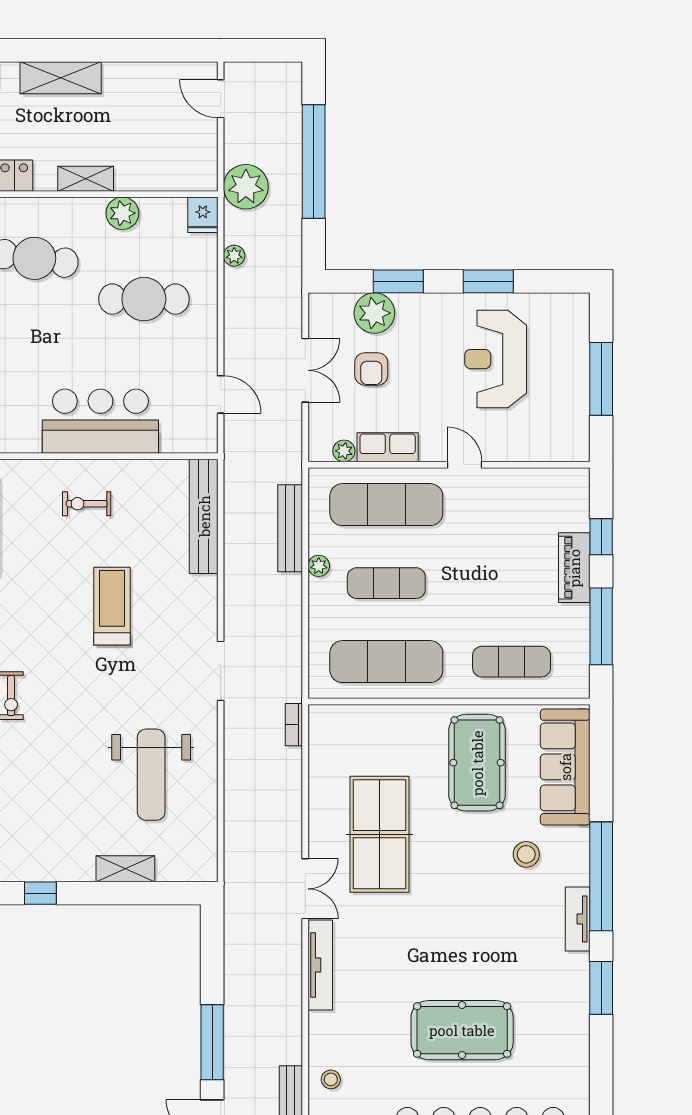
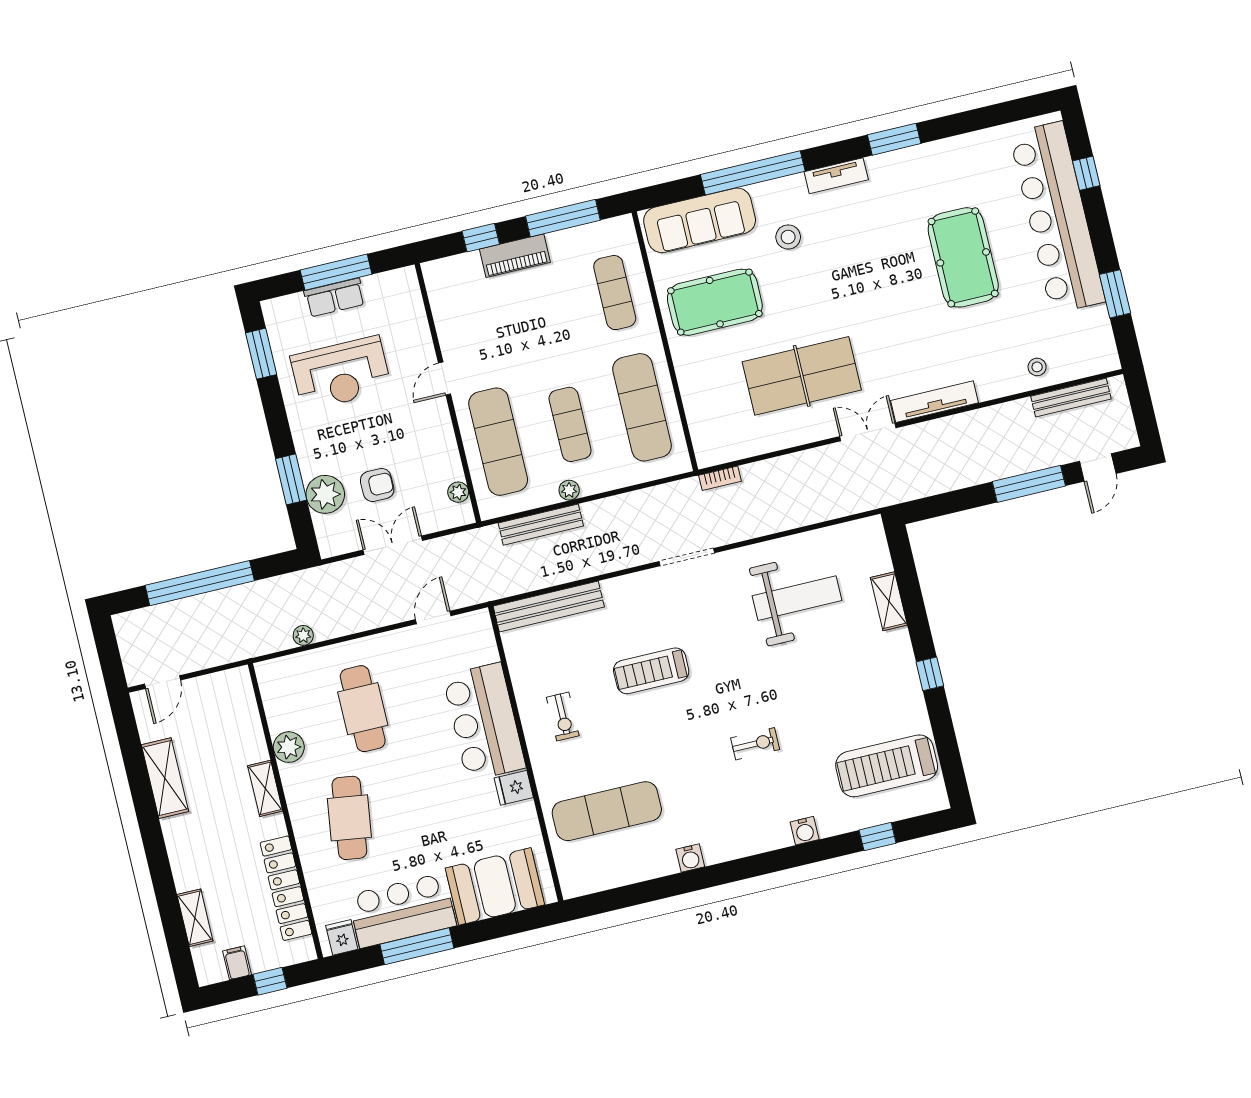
shelving: (61, 78) -> (165, 778), moved
plant: (246, 187) -> (237, 640), removed
fridge: (203, 215) -> (514, 788), moved, turned 180
window: (488, 281) -> (261, 354), moved
row of seats: (388, 447) -> (335, 298), moved, turned -90
window: (601, 876) -> (753, 173), moved

